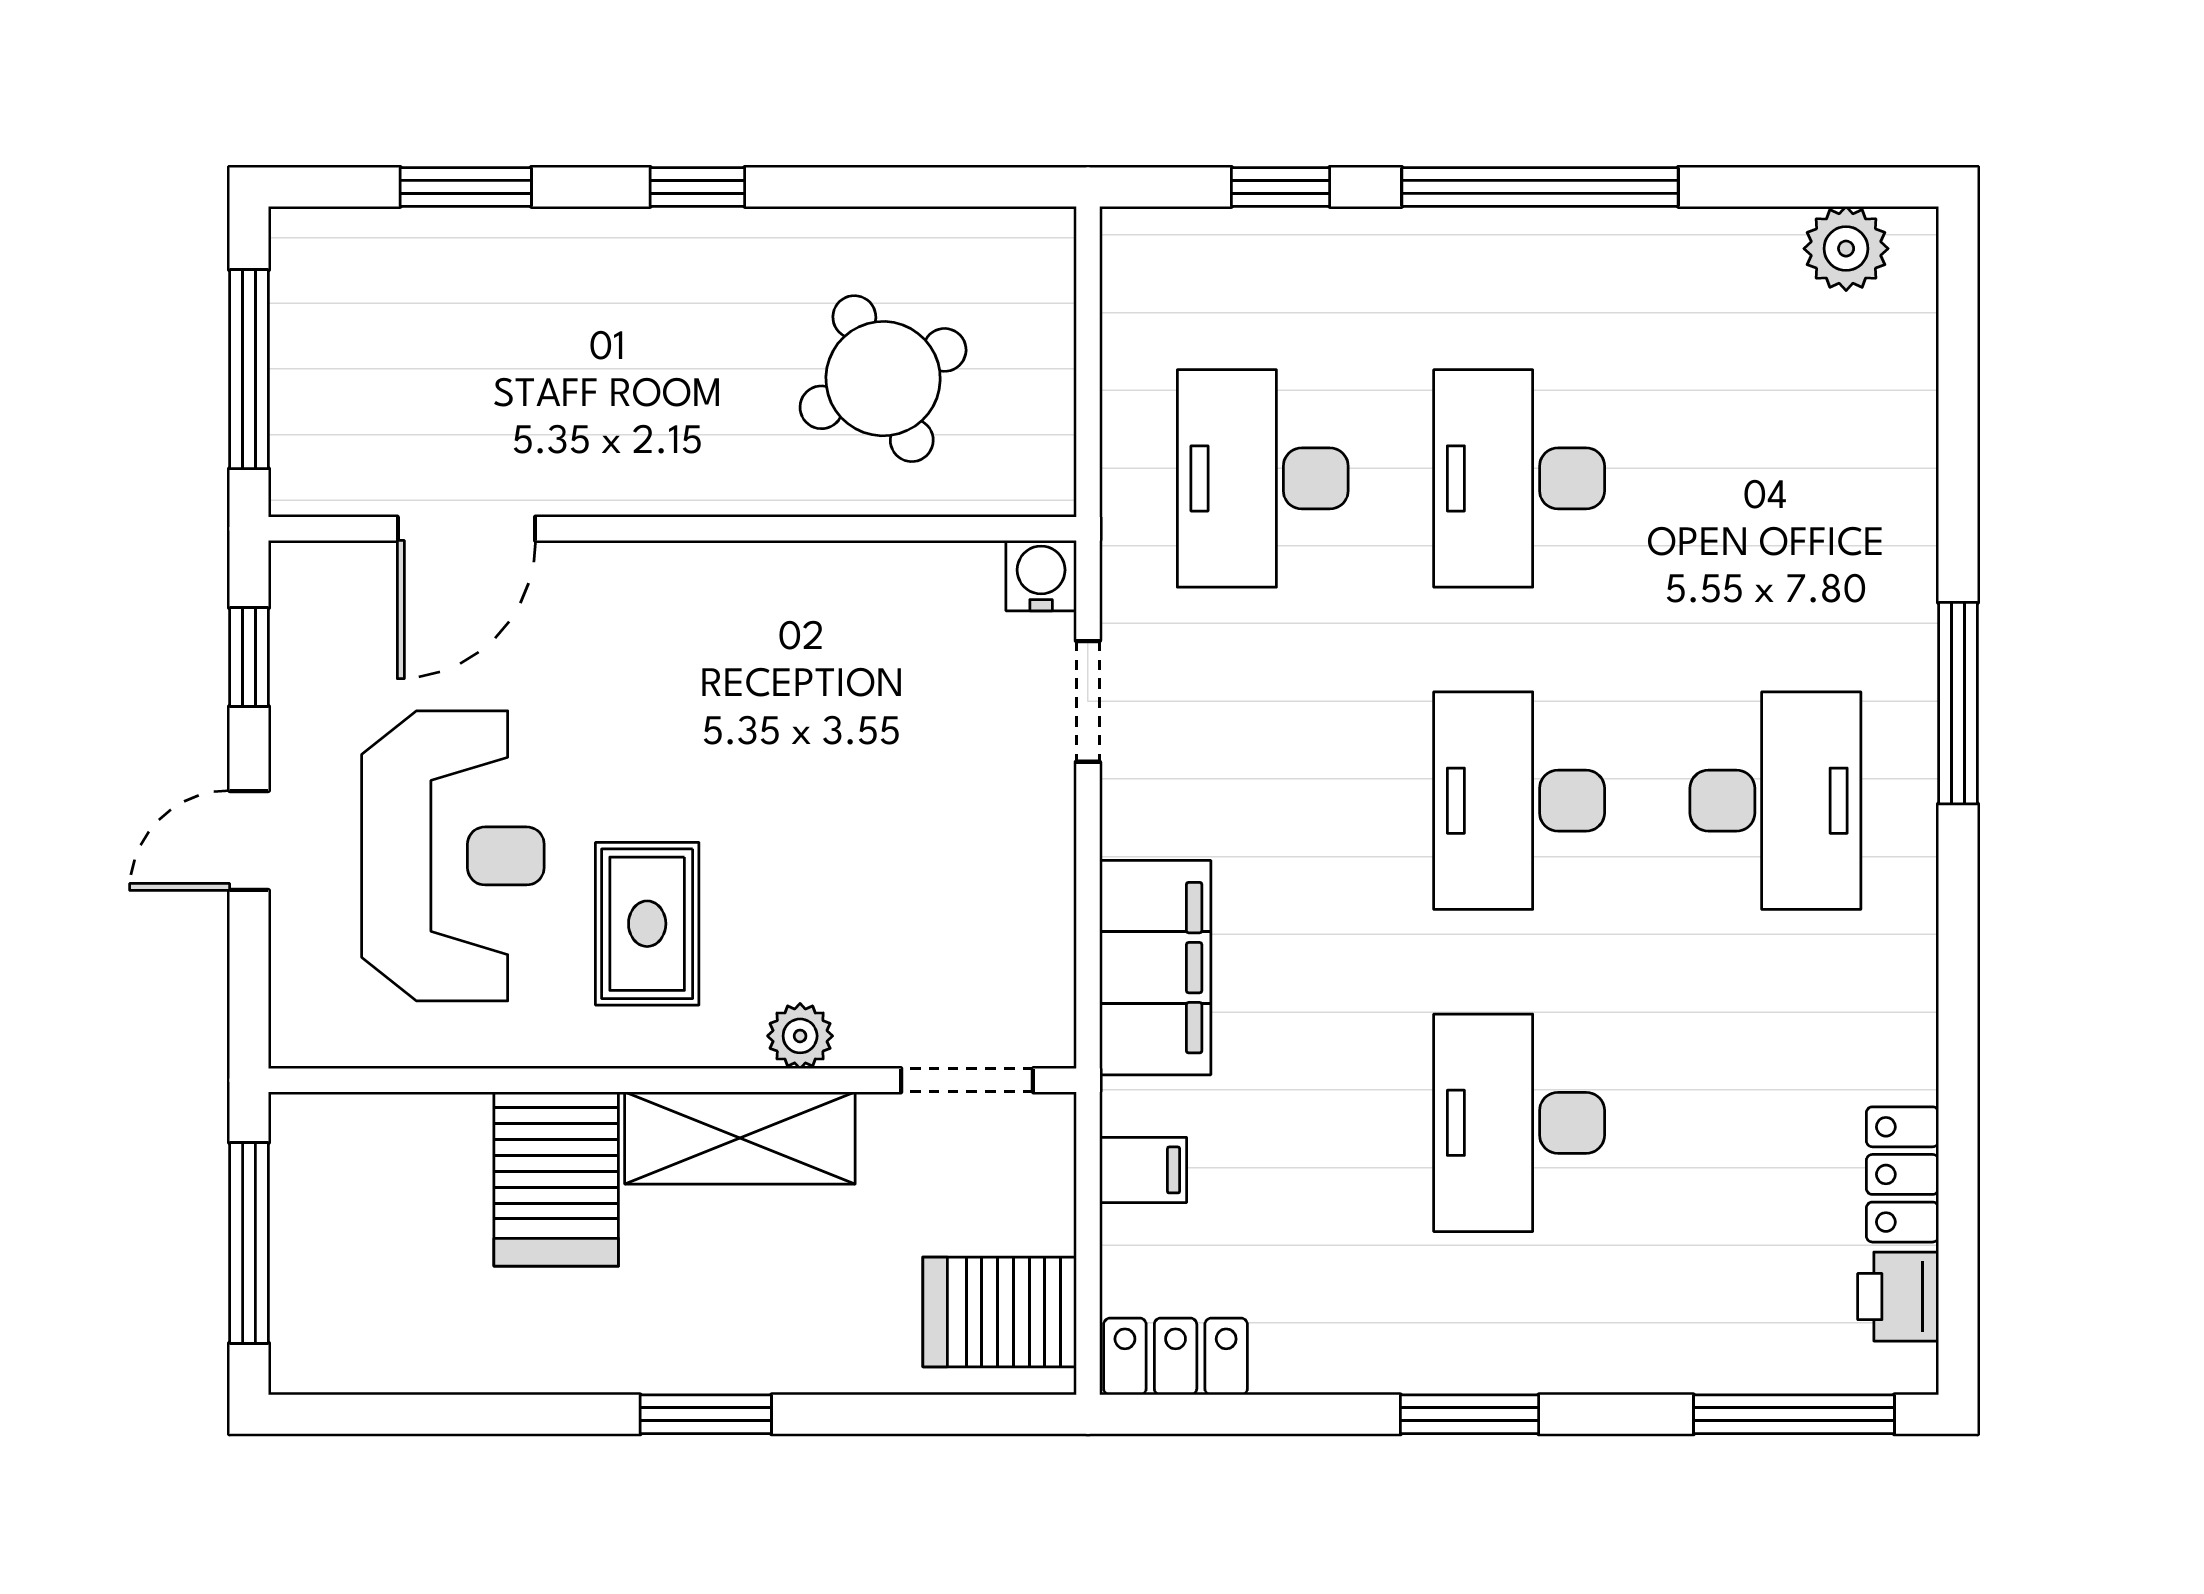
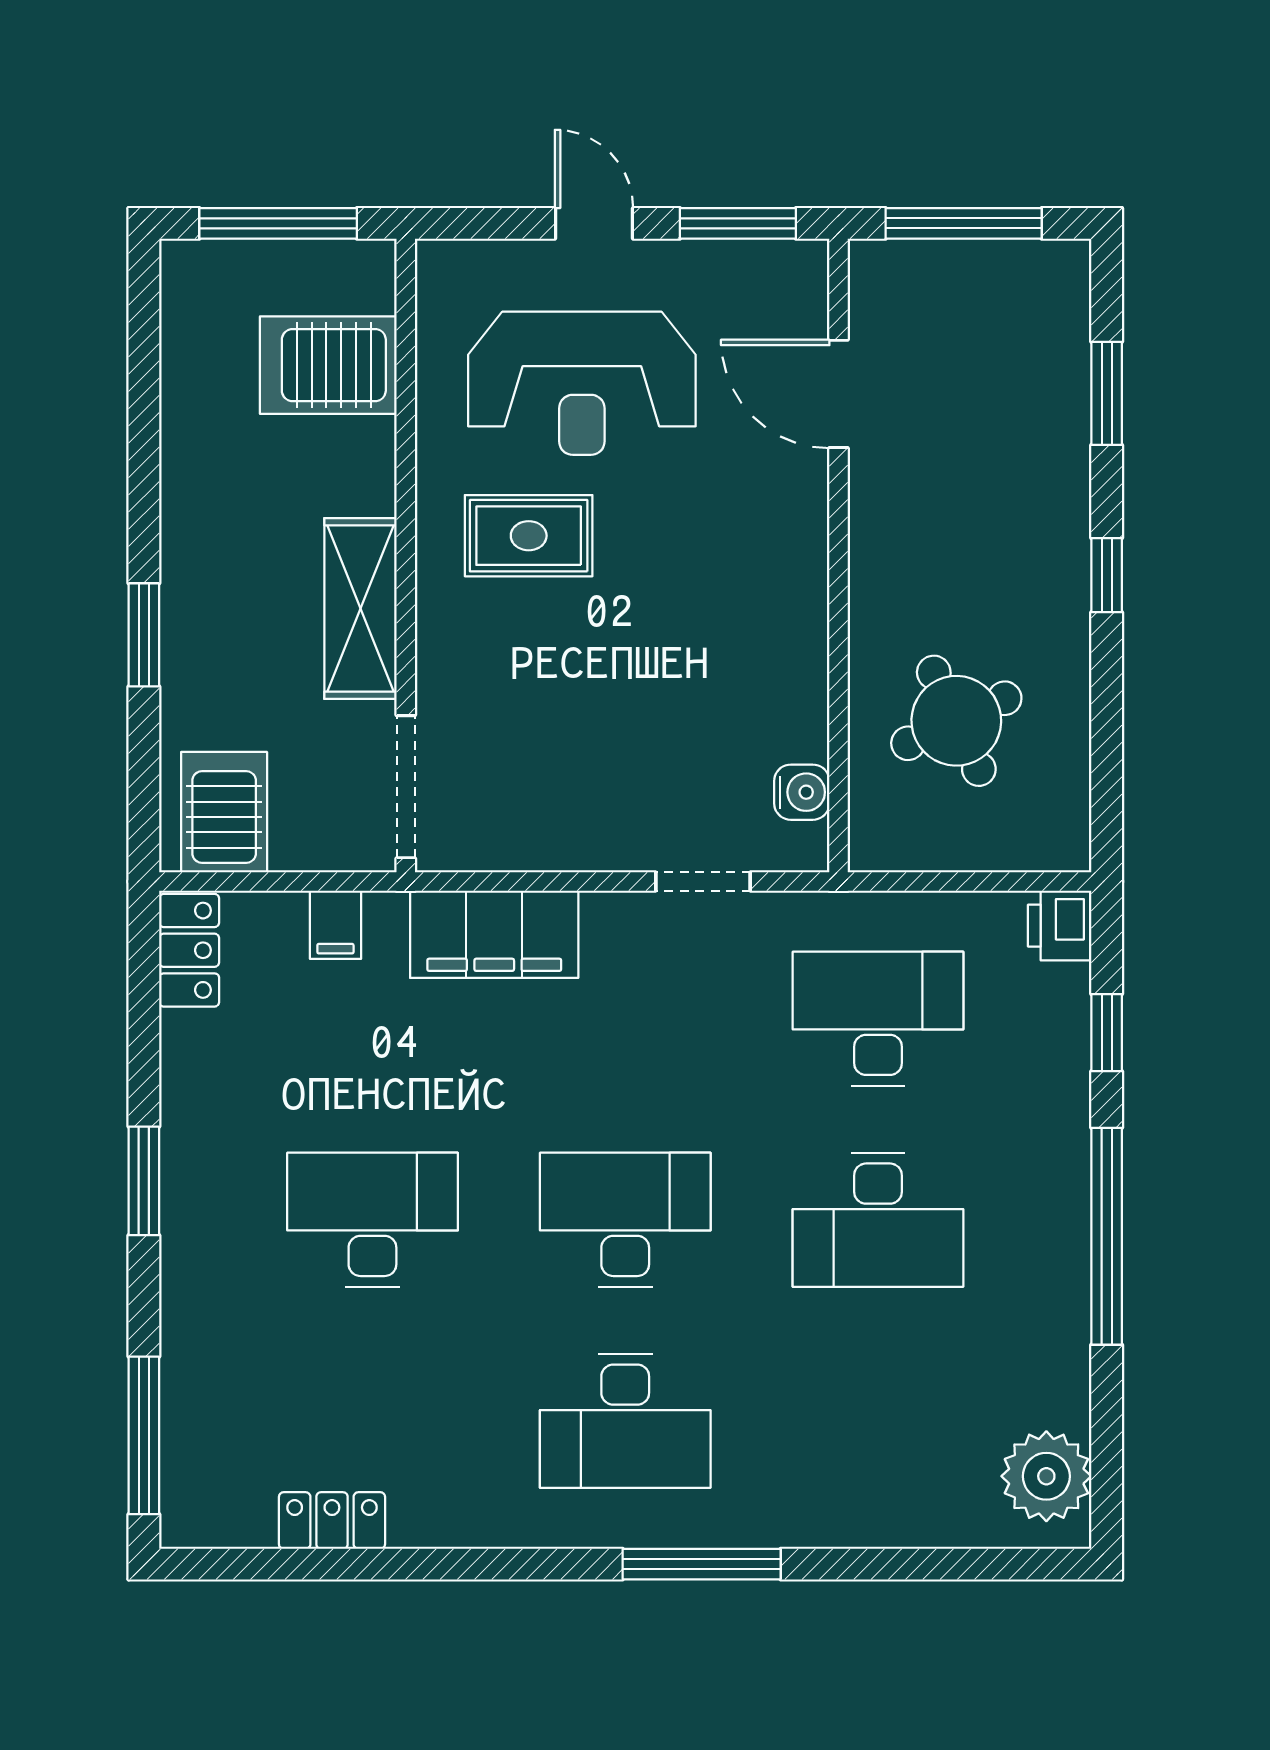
plant: (1846, 249) -> (1046, 1476), width x1.36, depth x1.36
desk: (1519, 478) -> (878, 1220), turned 180
water cooler: (1041, 576) -> (802, 792), moved
window: (249, 657) -> (738, 223), width x1.50
plant: (800, 1036) -> (441, 656), removed
doorway: (967, 1080) -> (406, 787), width x1.38
server rack: (556, 1179) -> (328, 365), moved
printer: (1898, 1297) -> (1060, 926), moved, turned -90
window: (706, 1414) -> (144, 635), moved

